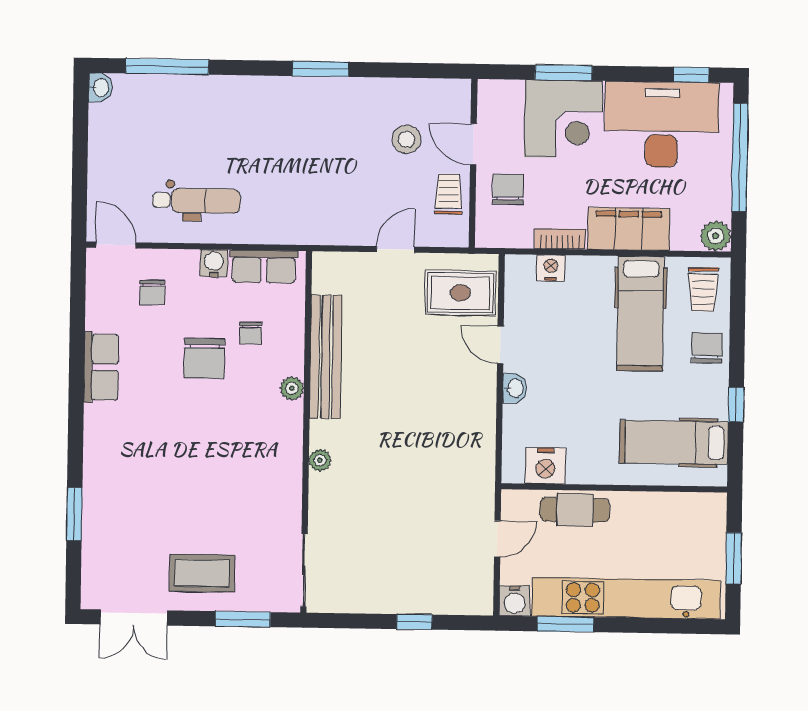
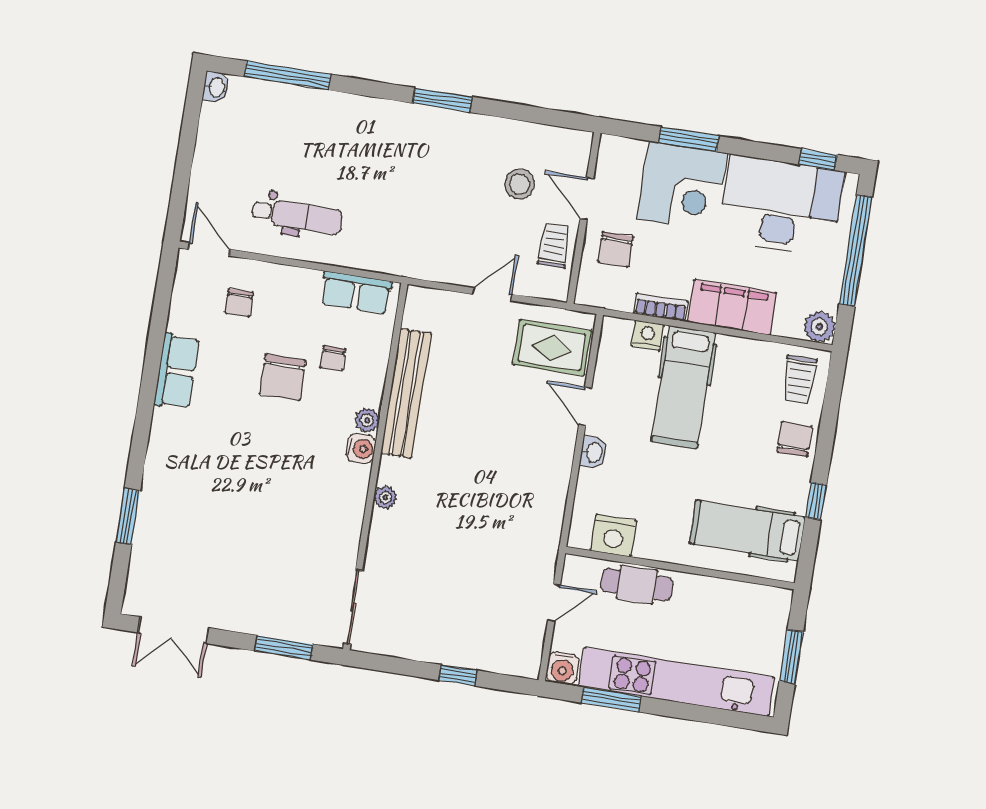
chair: (508, 189) -> (615, 249), turned 180
water cooler: (214, 263) -> (361, 448), moved, turned 90
hospital bed: (640, 314) -> (683, 387), moved
coffee table: (202, 573) -> (249, 595), removed

